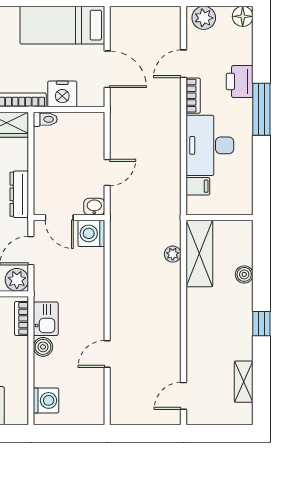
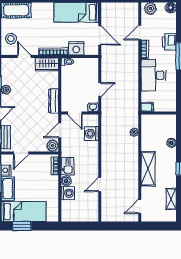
filing cabinet: (198, 186) -> (147, 107), moved
washing machine: (91, 233) -> (91, 134), moved
shelving: (199, 253) -> (148, 169), moved
washing machine: (46, 400) -> (68, 193), moved

